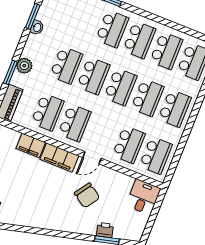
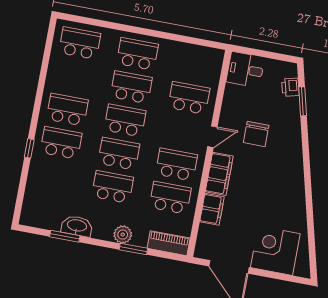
washbasin: (37, 27) -> (77, 226), width x1.91, depth x1.45
school desk: (166, 51) -> (73, 76), removed
school desk: (156, 155) -> (195, 65), removed
door: (92, 158) -> (212, 137), hinge flipped
chair: (87, 195) -> (256, 134), turned 146
printer: (105, 230) -> (290, 87), moved

